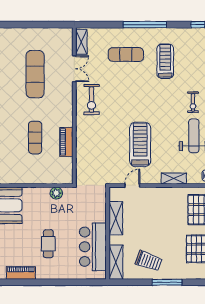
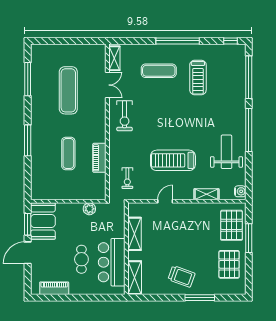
treadmill: (165, 61) -> (198, 77), turned 180
exercise bike: (193, 102) -> (127, 178), moved
treadmill: (140, 144) -> (173, 160), turned -90
shelving: (116, 218) -> (135, 234), moved
wall: (108, 233) -> (126, 249), moved
bar counter: (93, 247) -> (112, 262), moved
shelving: (116, 262) -> (135, 278), moved

